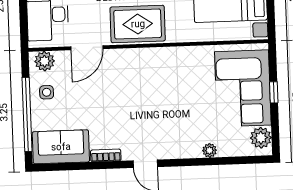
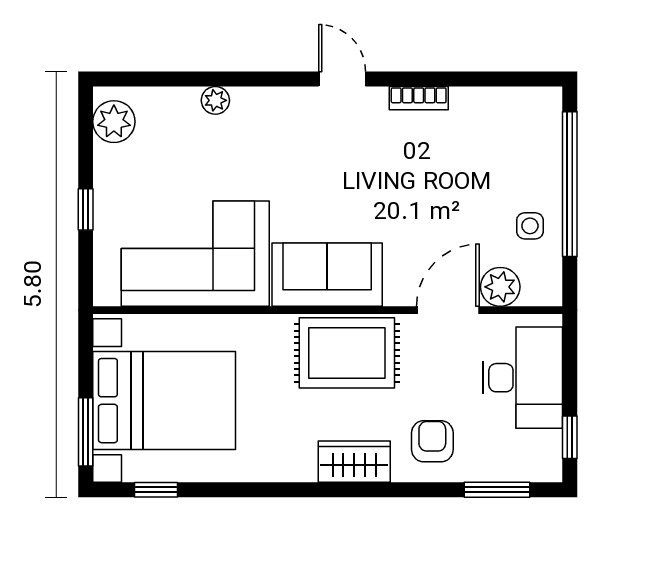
plant: (45, 61) -> (500, 287), moved
corner sofa: (243, 88) -> (195, 254), moved, turned -90
sofa: (61, 147) -> (327, 275), moved, turned 180

